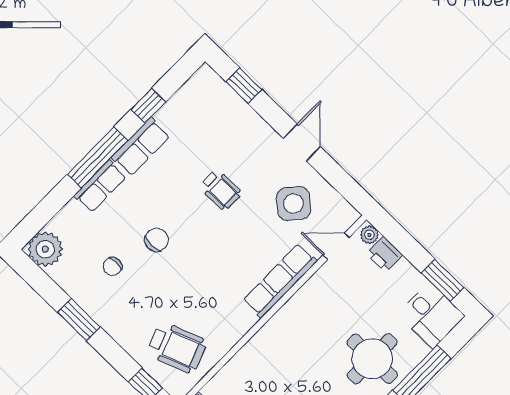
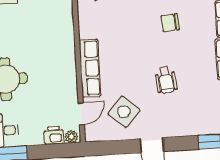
wheelchair: (221, 190) -> (166, 80), turned -97
chair: (156, 240) -> (170, 23), turned 85

